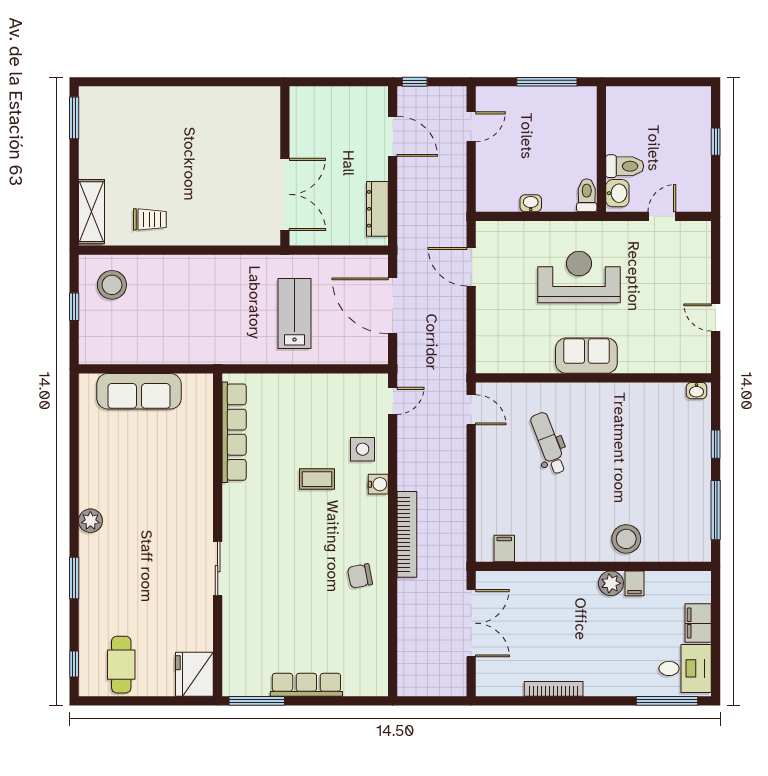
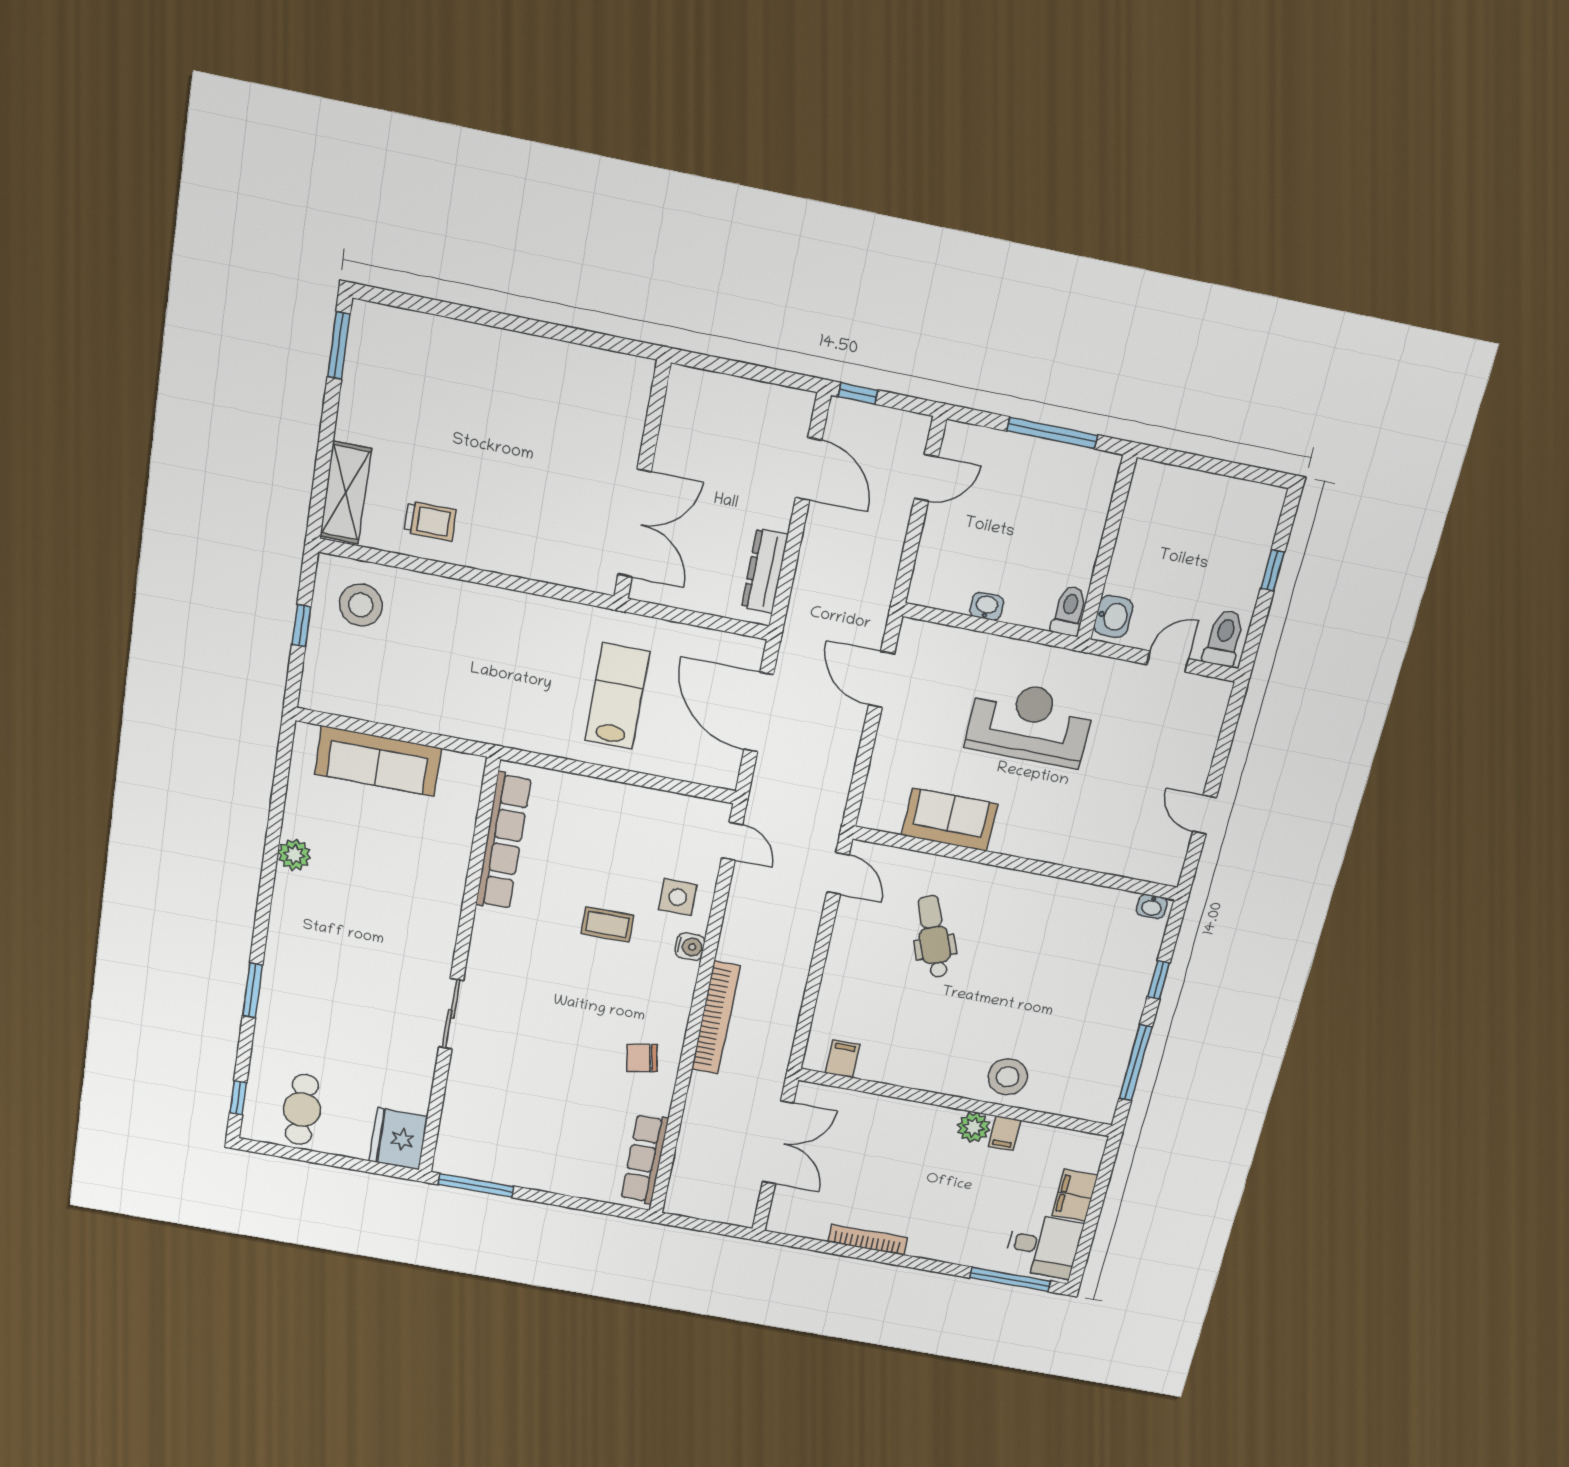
toilet: (625, 166) -> (1224, 638), moved, turned -90
sofa: (586, 356) -> (950, 820), moved
door: (393, 401) -> (732, 841), hinge flipped
plant: (90, 521) -> (294, 855), moved
row of seats: (306, 685) -> (645, 1159), moved, turned -90

